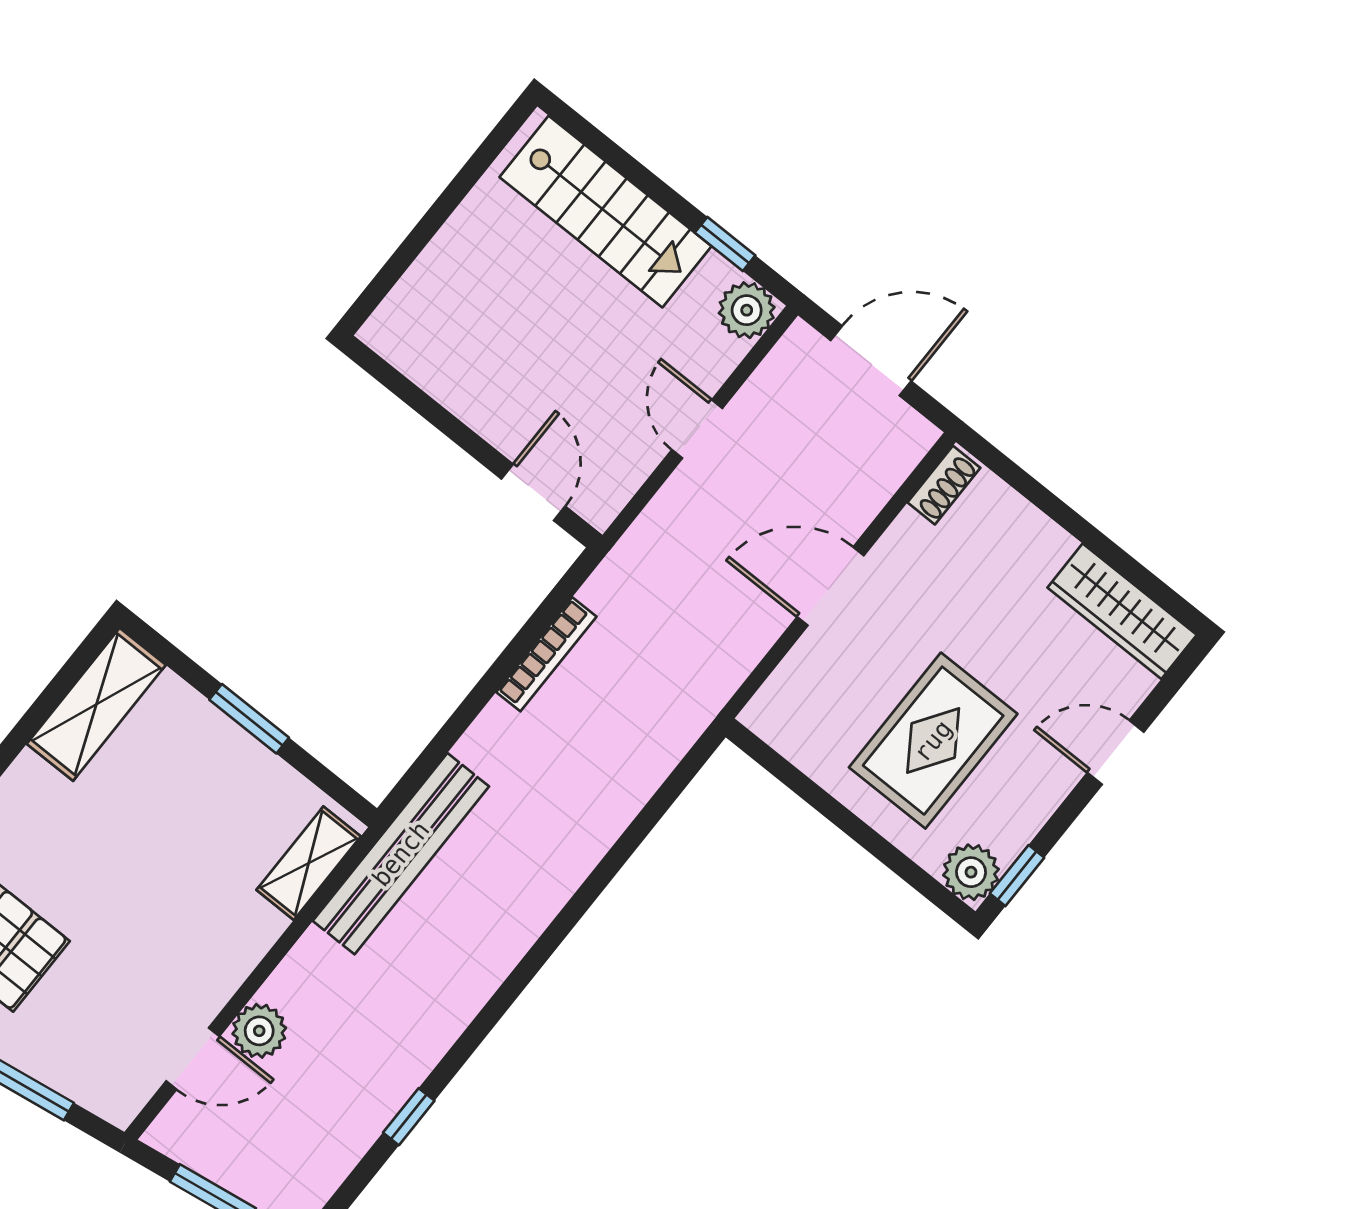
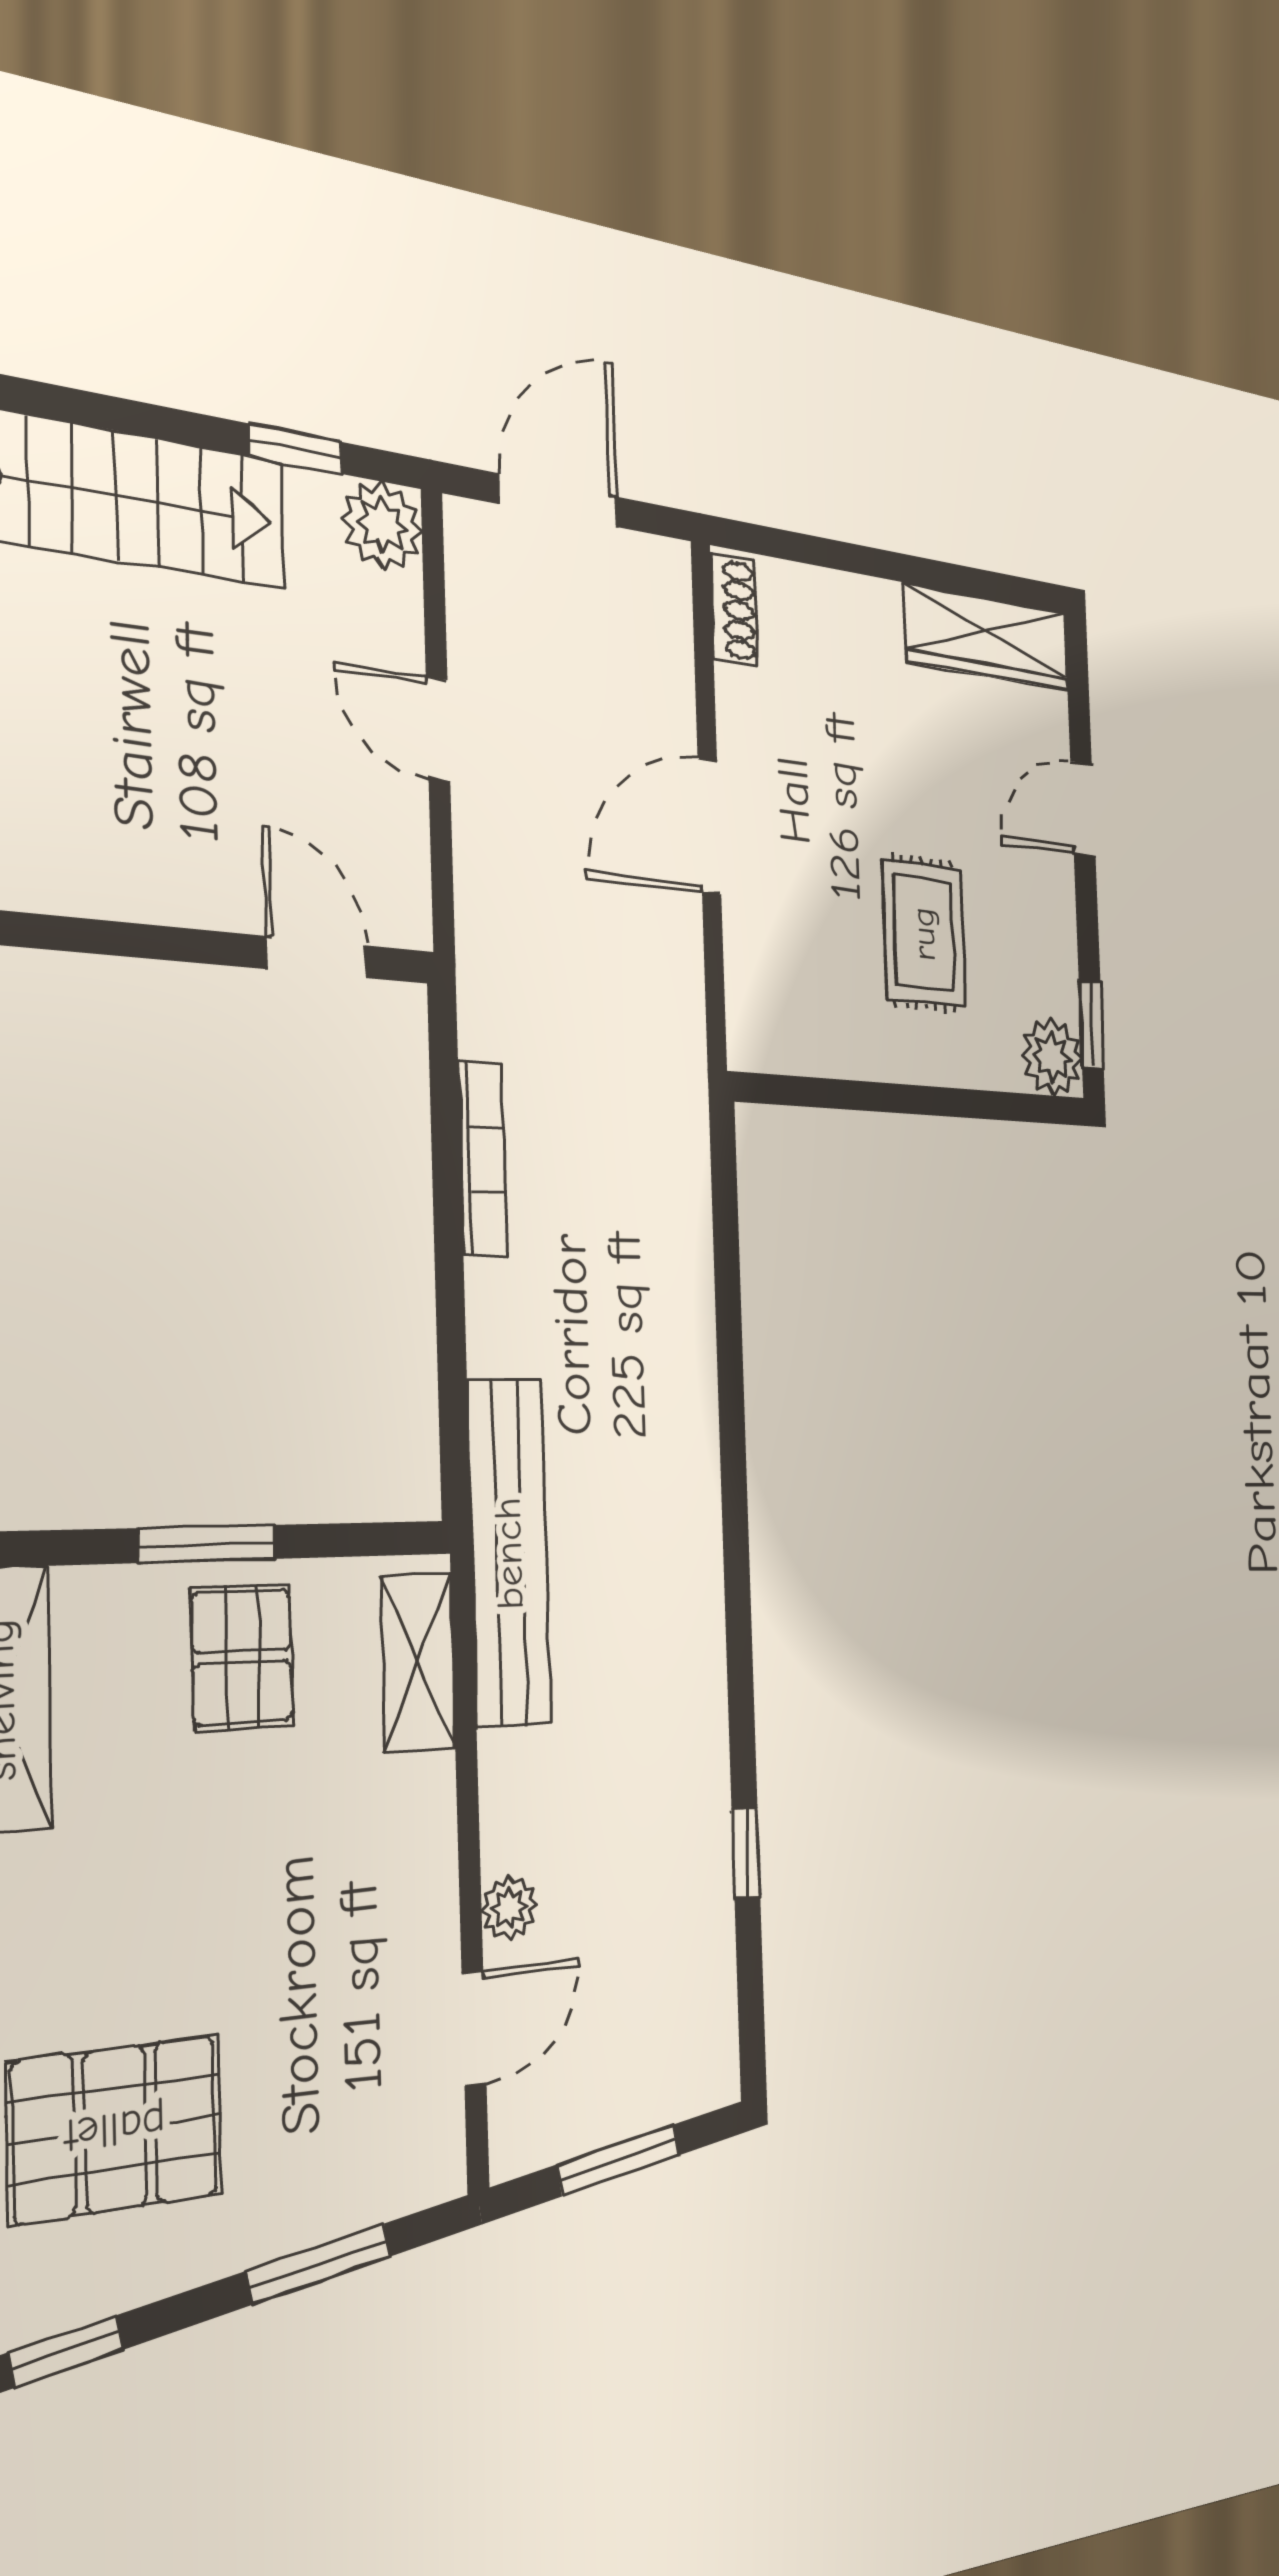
rug: (933, 741) -> (924, 934), width x0.73, depth x0.70
pallet: (223, 784) -> (242, 1657), added
plant: (259, 1031) -> (509, 1908), width x0.73, depth x0.73

